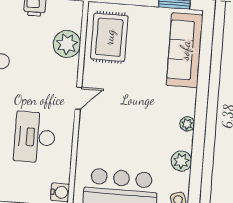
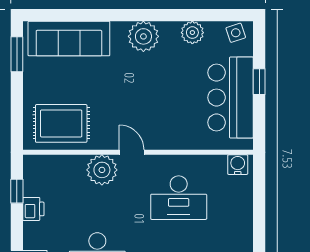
plant: (67, 44) -> (102, 170), moved
plant: (187, 124) -> (143, 36), width x1.87, depth x1.87

